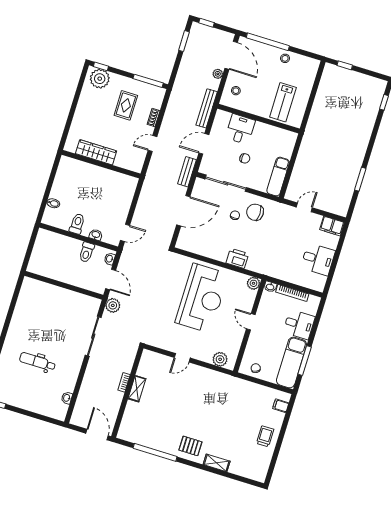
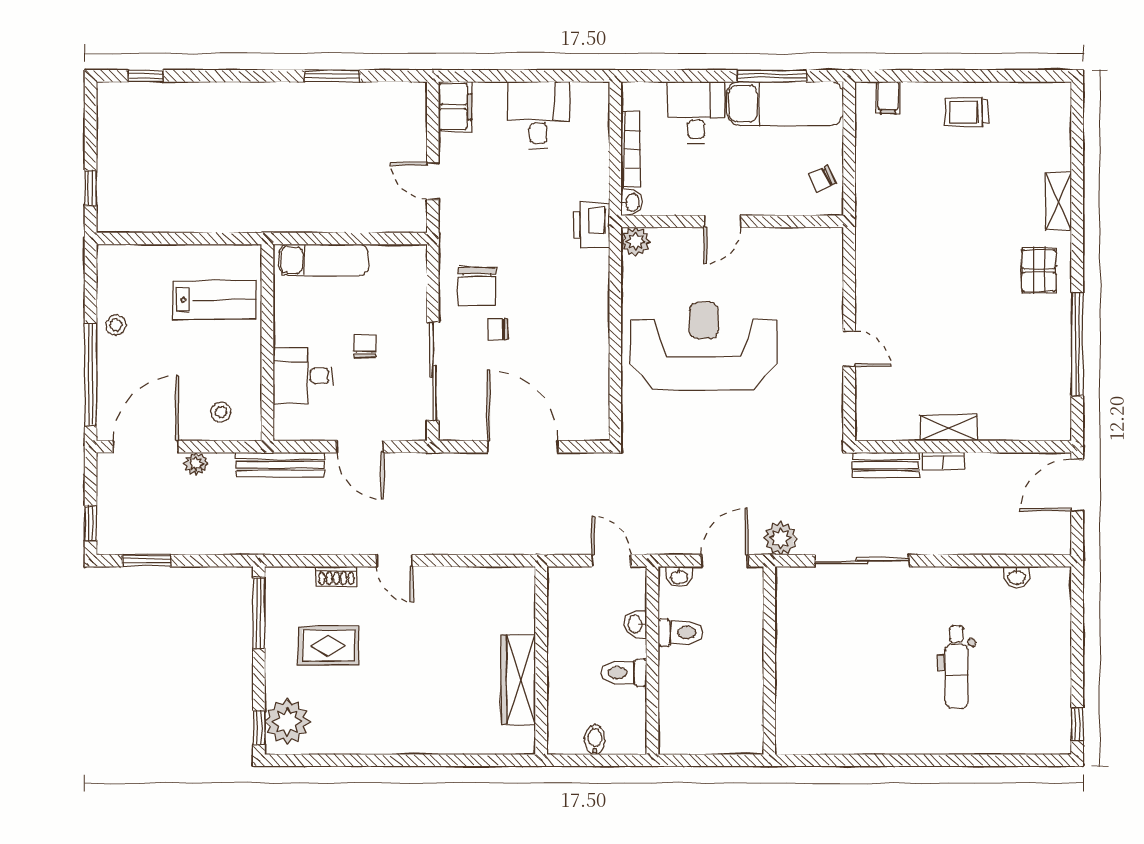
wardrobe: (96, 152) -> (518, 680), moved
wall: (101, 164) -> (541, 660), moved
bench: (187, 172) -> (886, 465), moved
exam couch: (278, 177) -> (324, 260), moved
printer: (237, 258) -> (591, 225), moved
plant: (220, 359) -> (827, 264), removed

